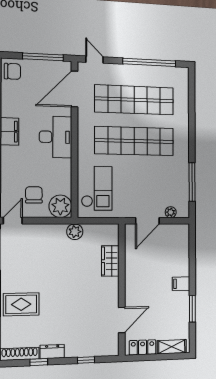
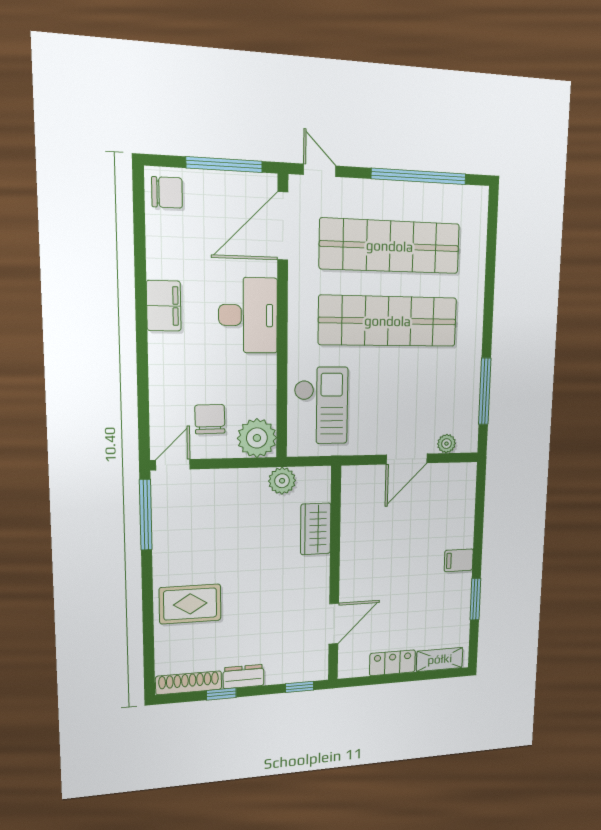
wardrobe: (110, 261) -> (316, 529), moved
wall: (122, 289) -> (335, 575), moved
door: (122, 320) -> (334, 624), moved

